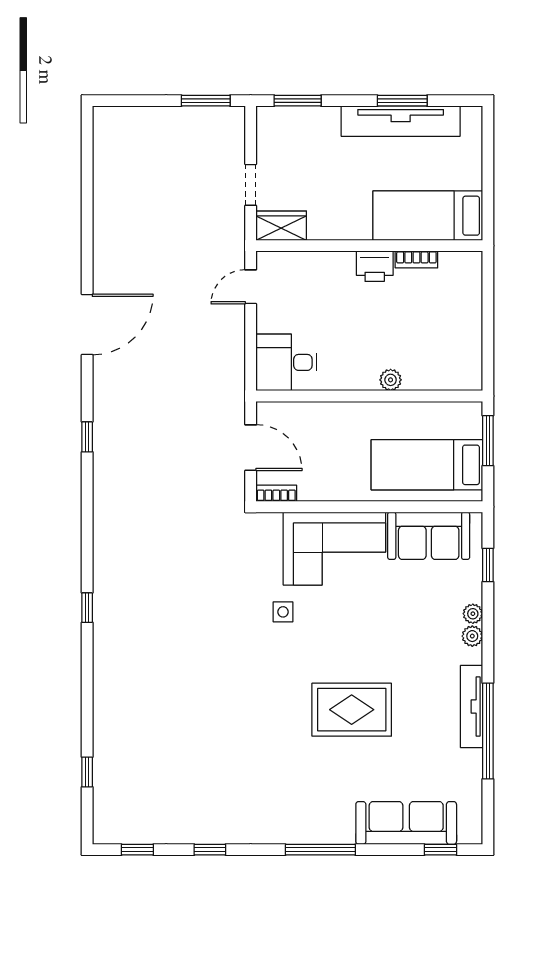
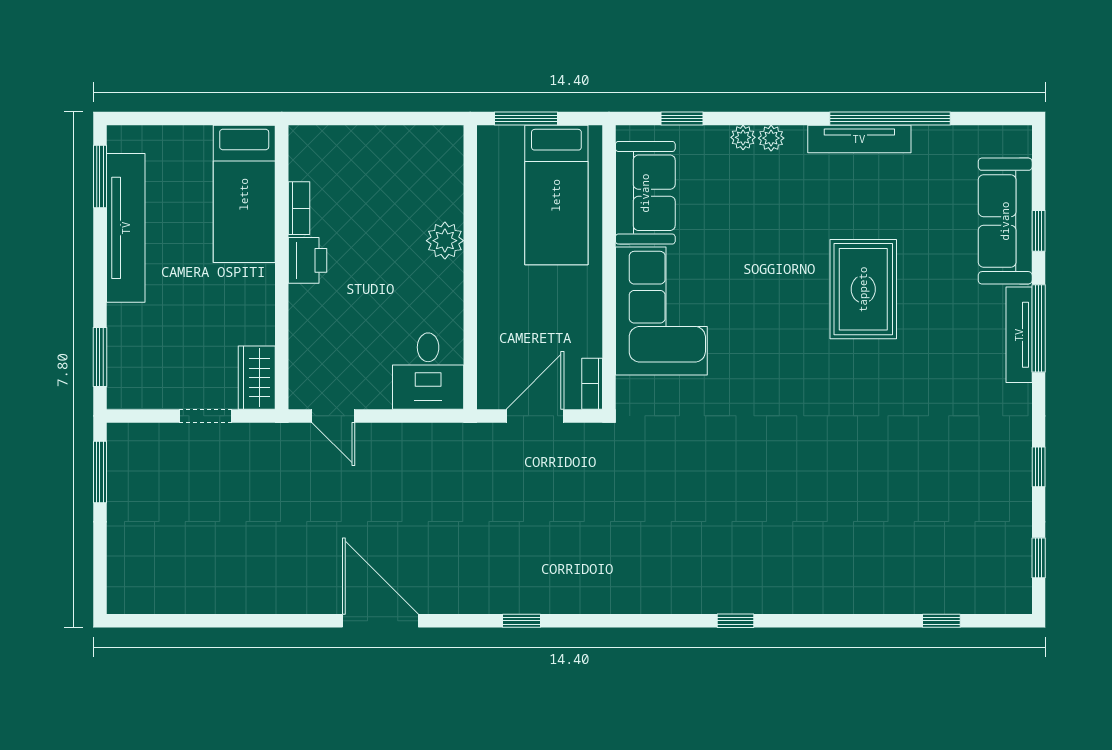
window: (402, 101) -> (100, 176), moved
plant: (391, 380) -> (445, 241), width x1.38, depth x1.38
side table: (283, 612) -> (741, 375), removed
tv unit: (315, 834) -> (1019, 335), added
window: (440, 850) -> (1039, 231), moved

